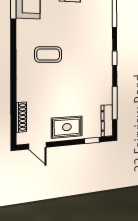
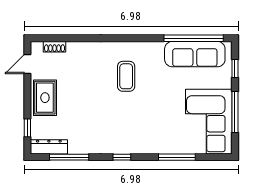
shoe rack: (21, 117) -> (55, 47), width x0.70

